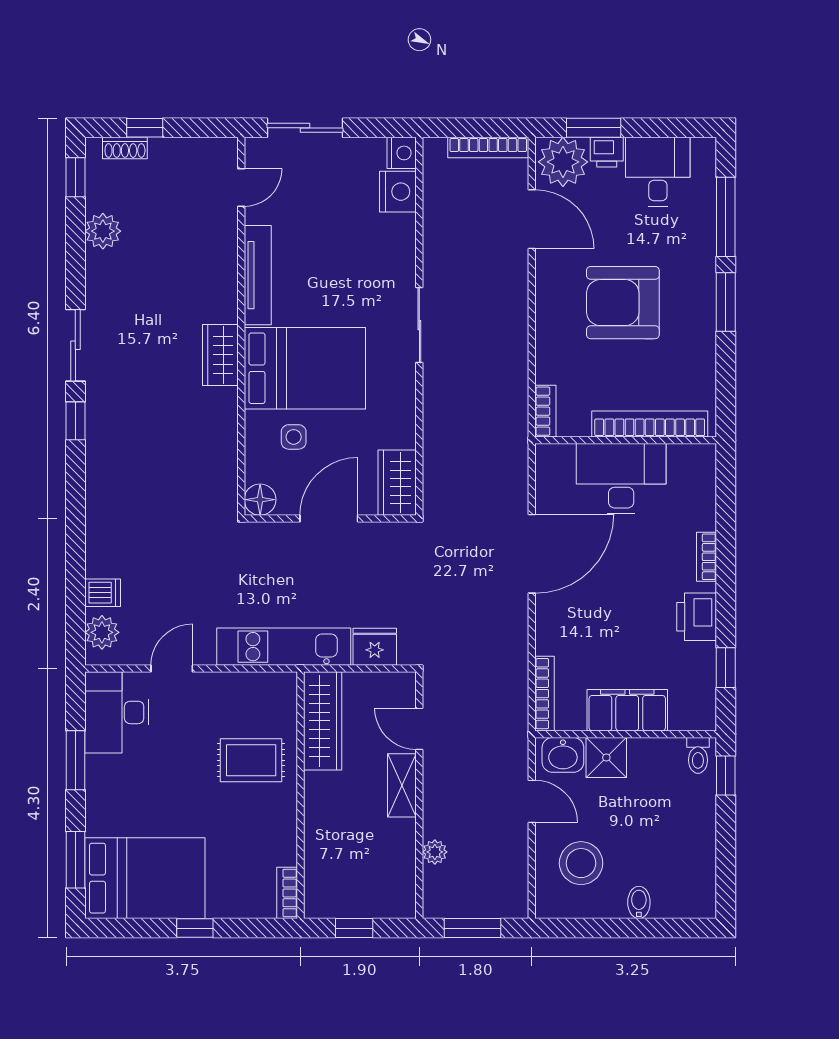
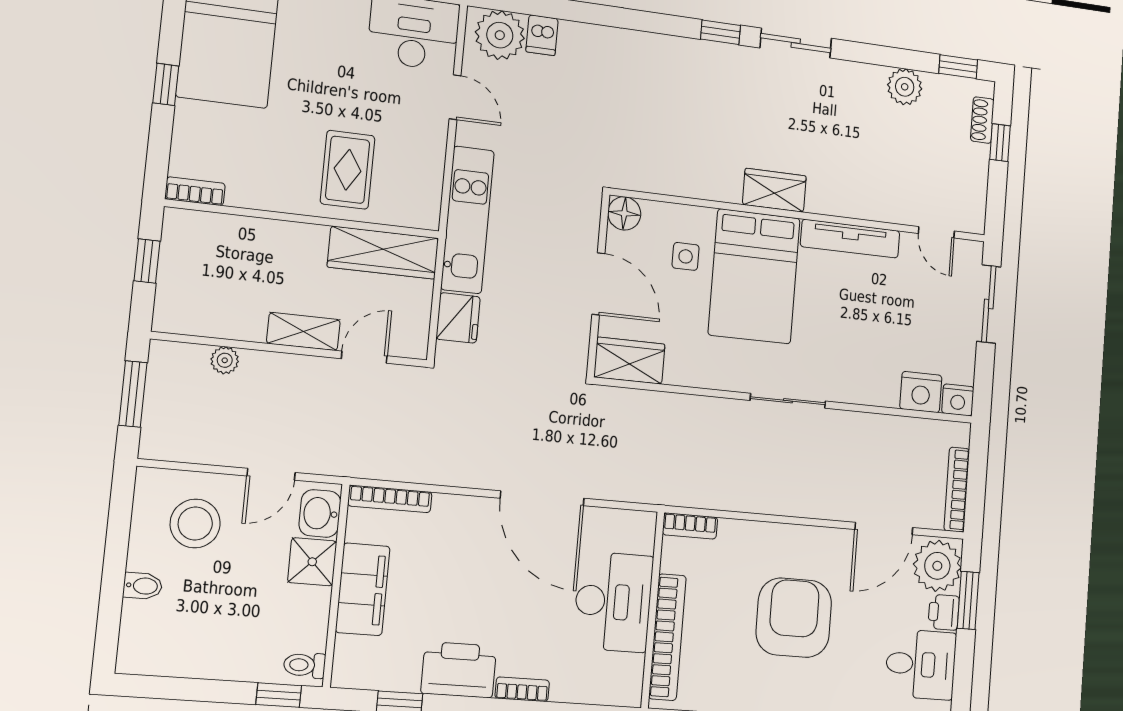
printer: (697, 617) -> (459, 670), width x1.37, depth x1.19
plant: (102, 632) -> (500, 35), width x1.36, depth x1.36

